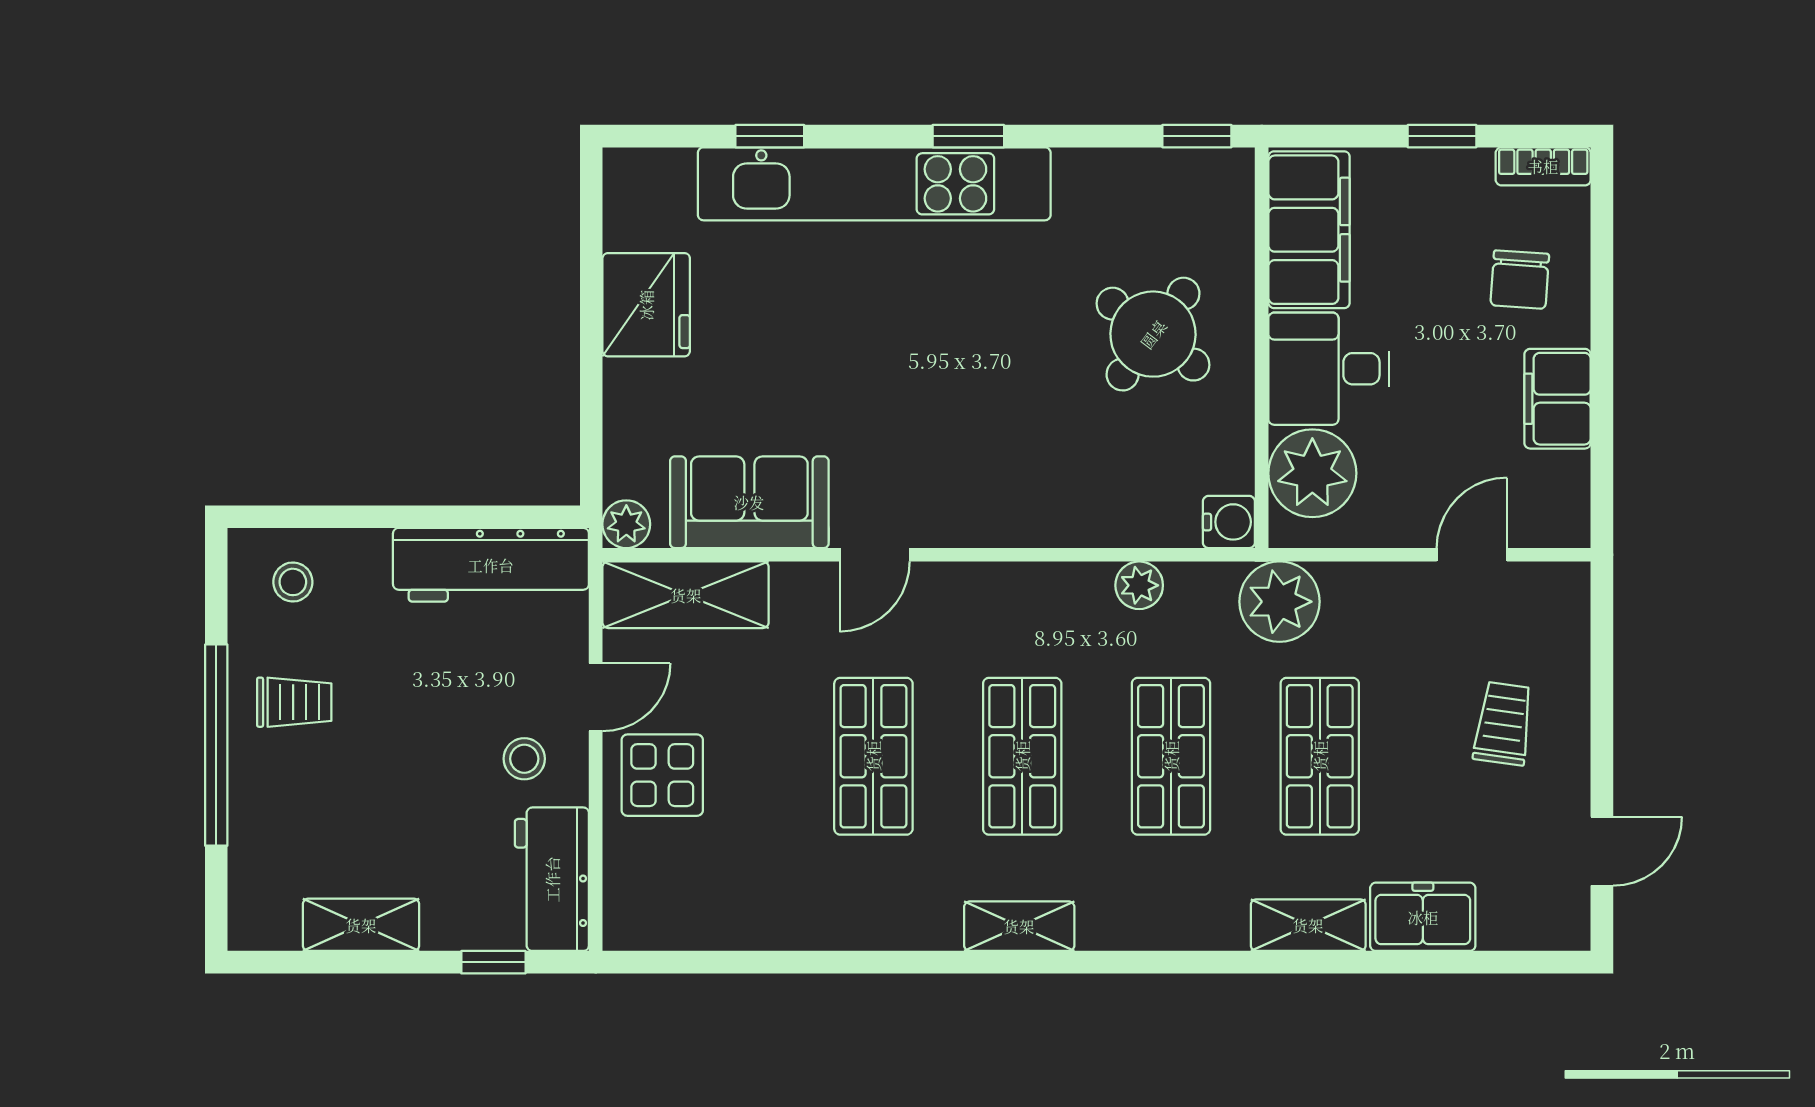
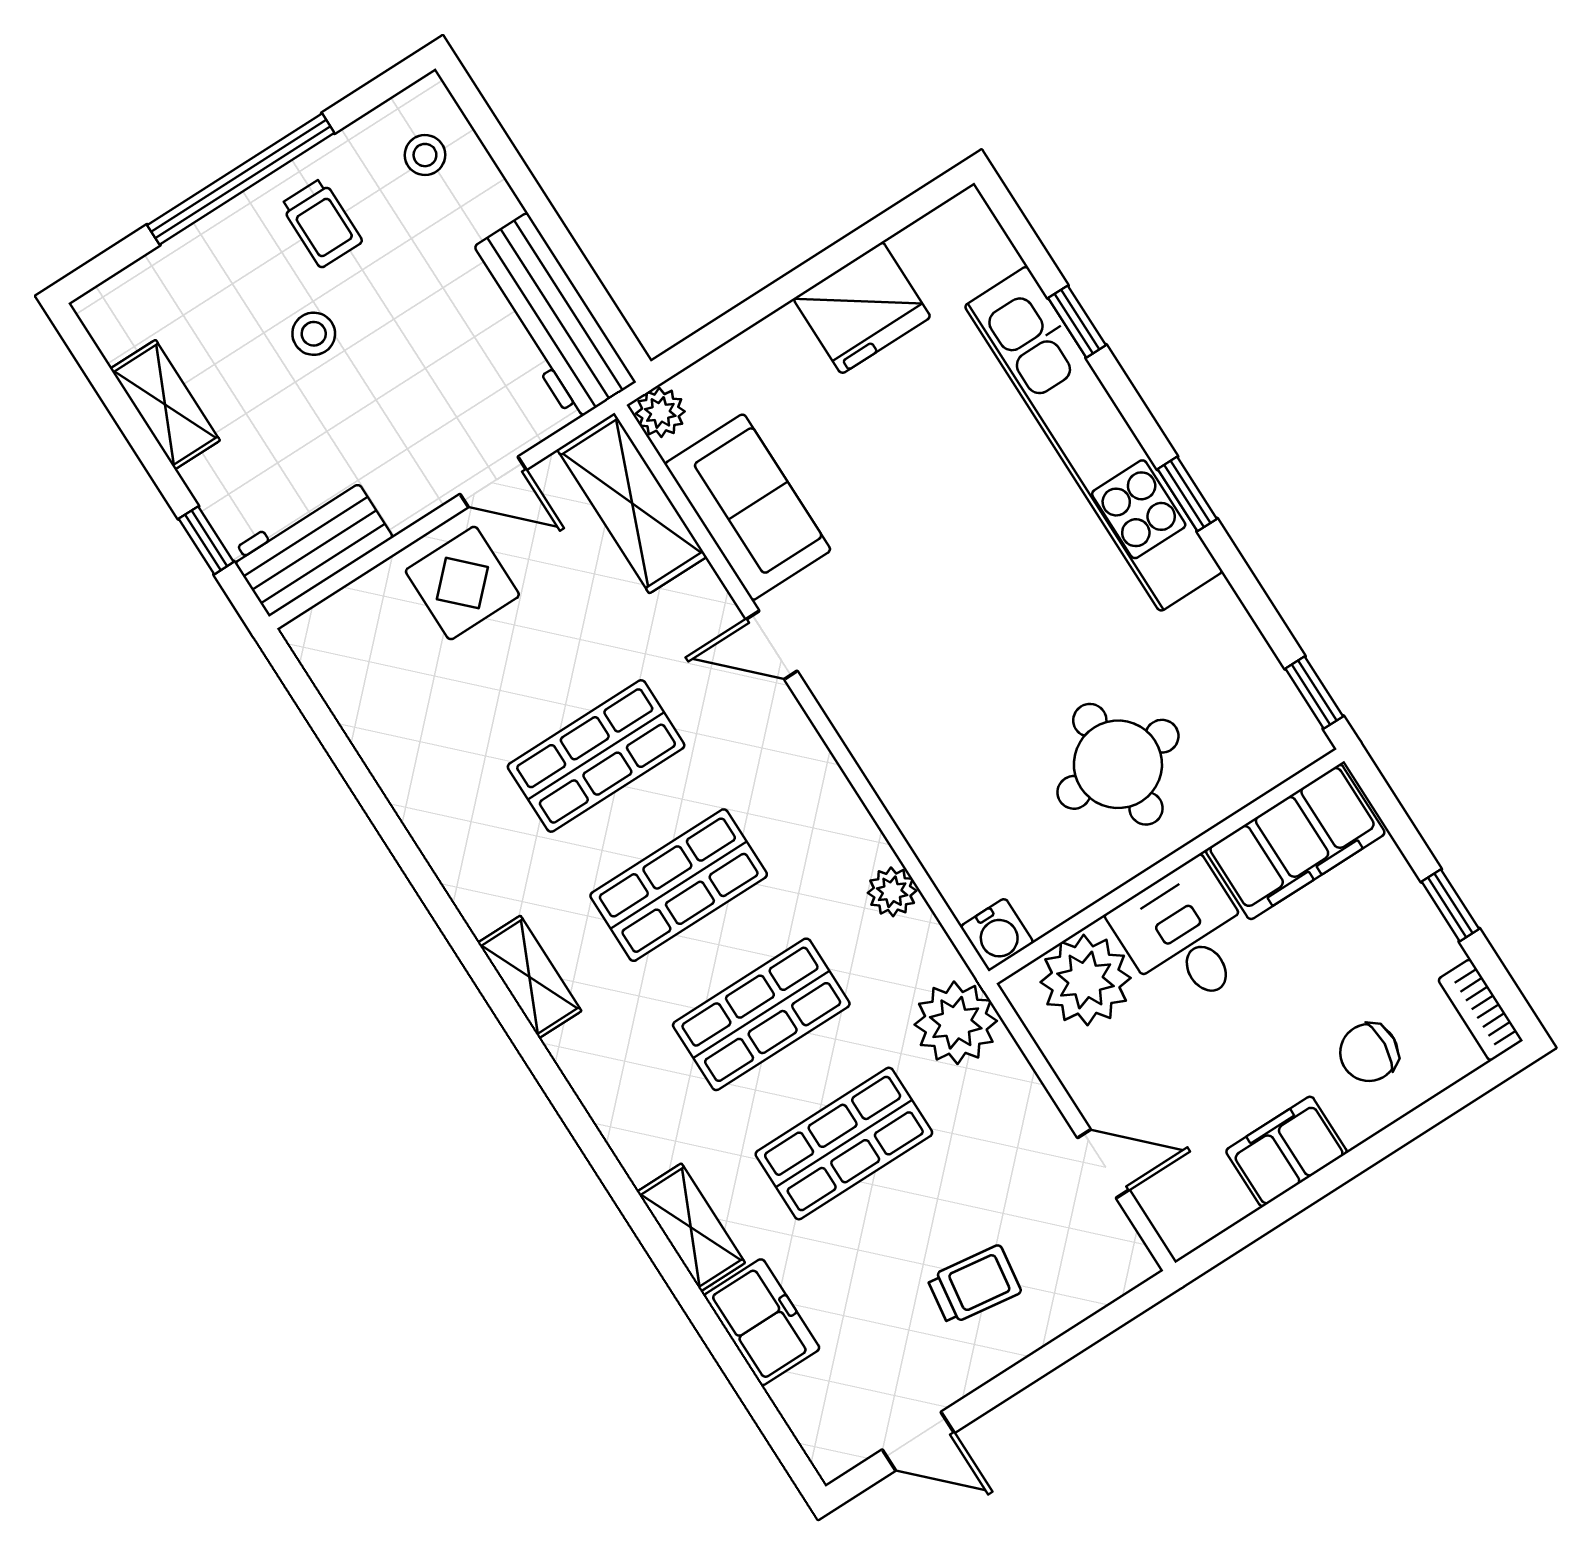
round table: (1153, 334) -> (1118, 764), turned -37
stool: (524, 759) -> (314, 334), moved

